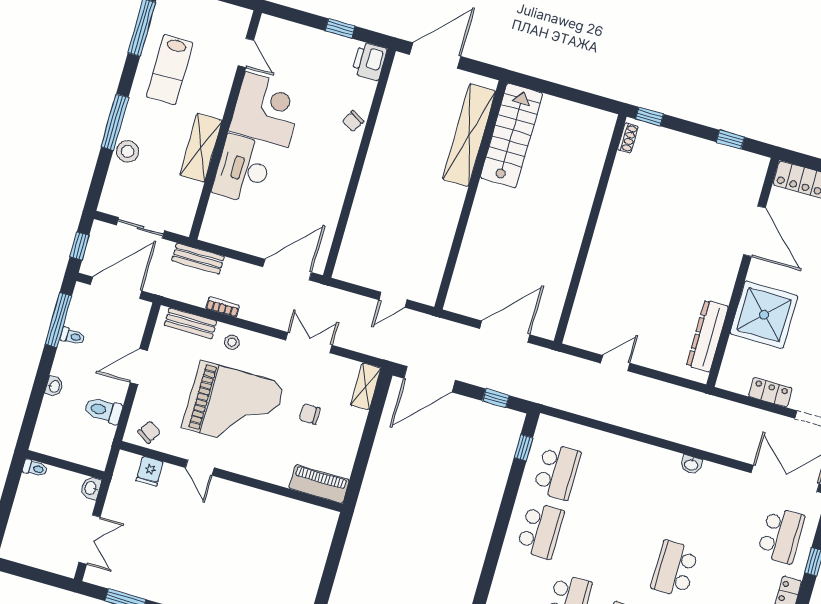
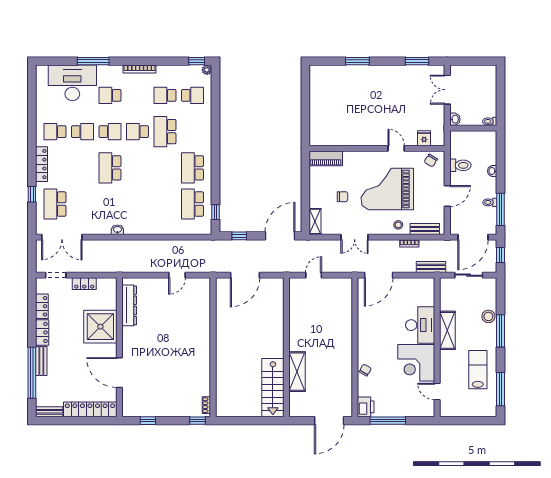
window: (340, 28) -> (388, 421), width x2.17
shelving: (469, 135) -> (297, 372), width x0.68
school desk: (675, 569) -> (110, 168), turned 180

